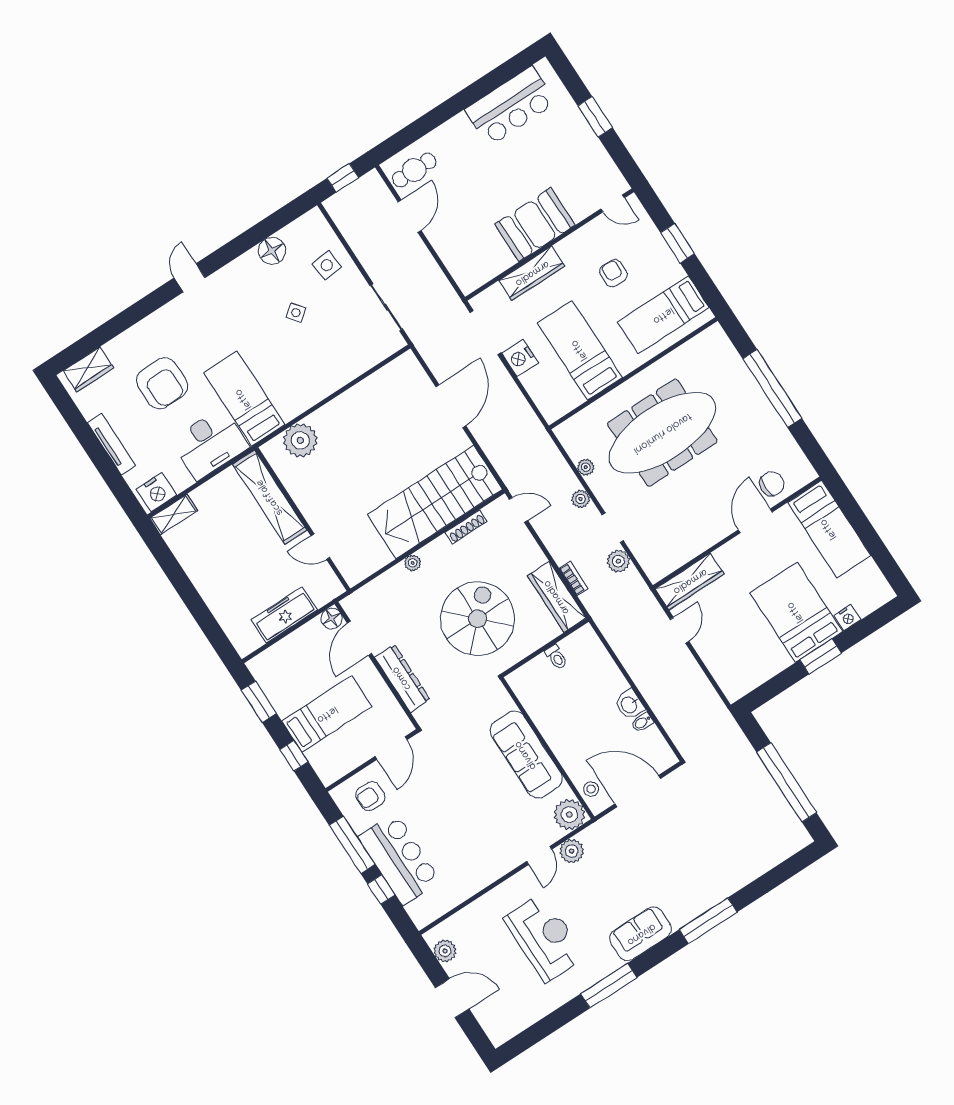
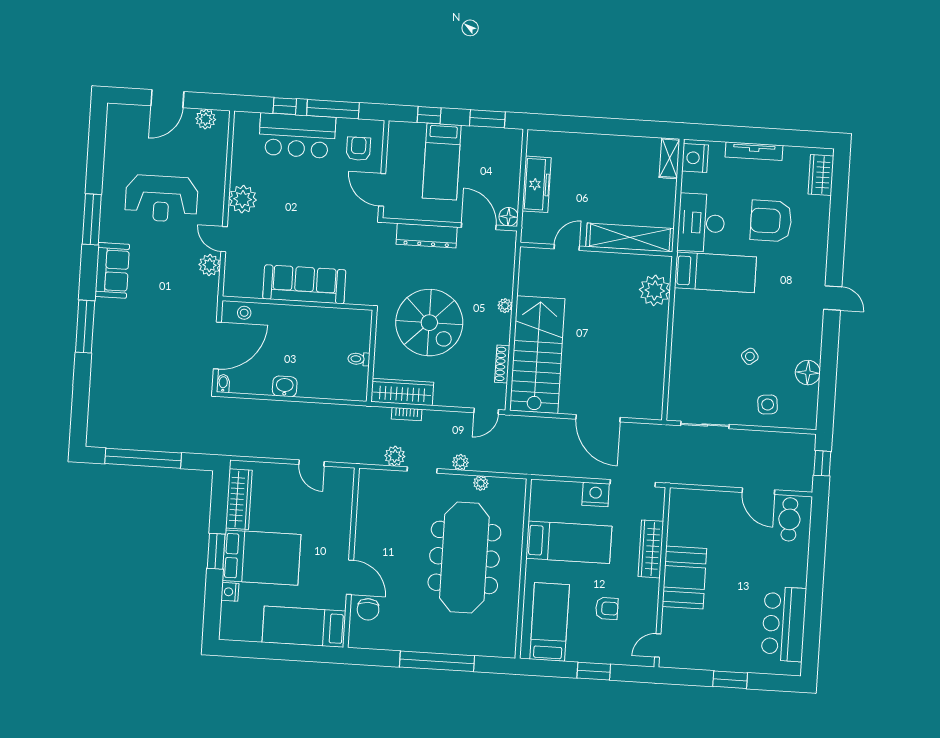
wardrobe: (690, 581) -> (239, 499), moved, turned 180
bidet: (642, 722) -> (223, 384), moved
plant: (569, 815) -> (243, 199), moved

